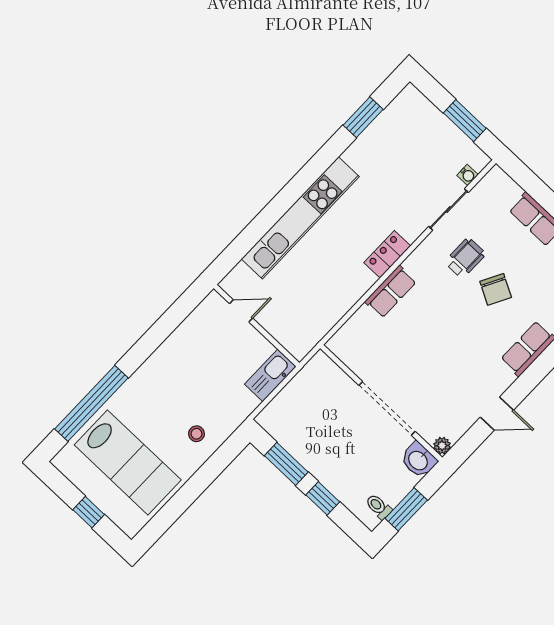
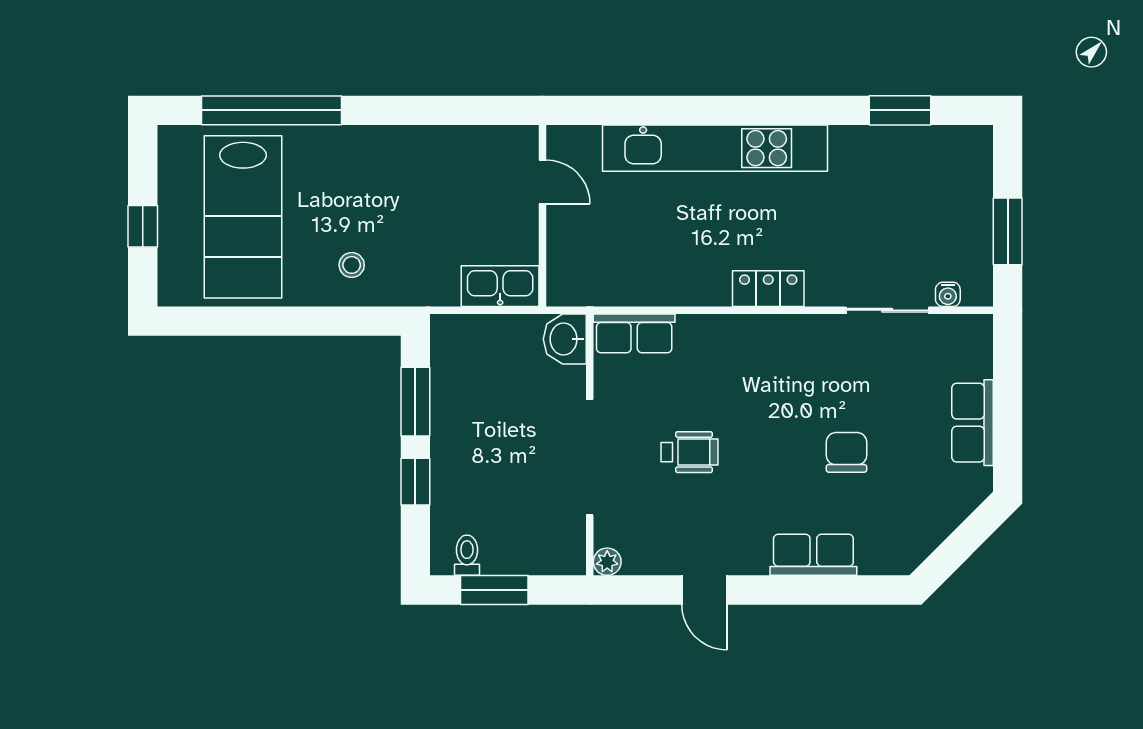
wheelchair: (465, 258) -> (689, 452), moved
chair: (496, 289) -> (846, 452), turned 152
row of seats: (391, 292) -> (634, 333), moved
washbasin: (419, 460) -> (565, 339), moved

